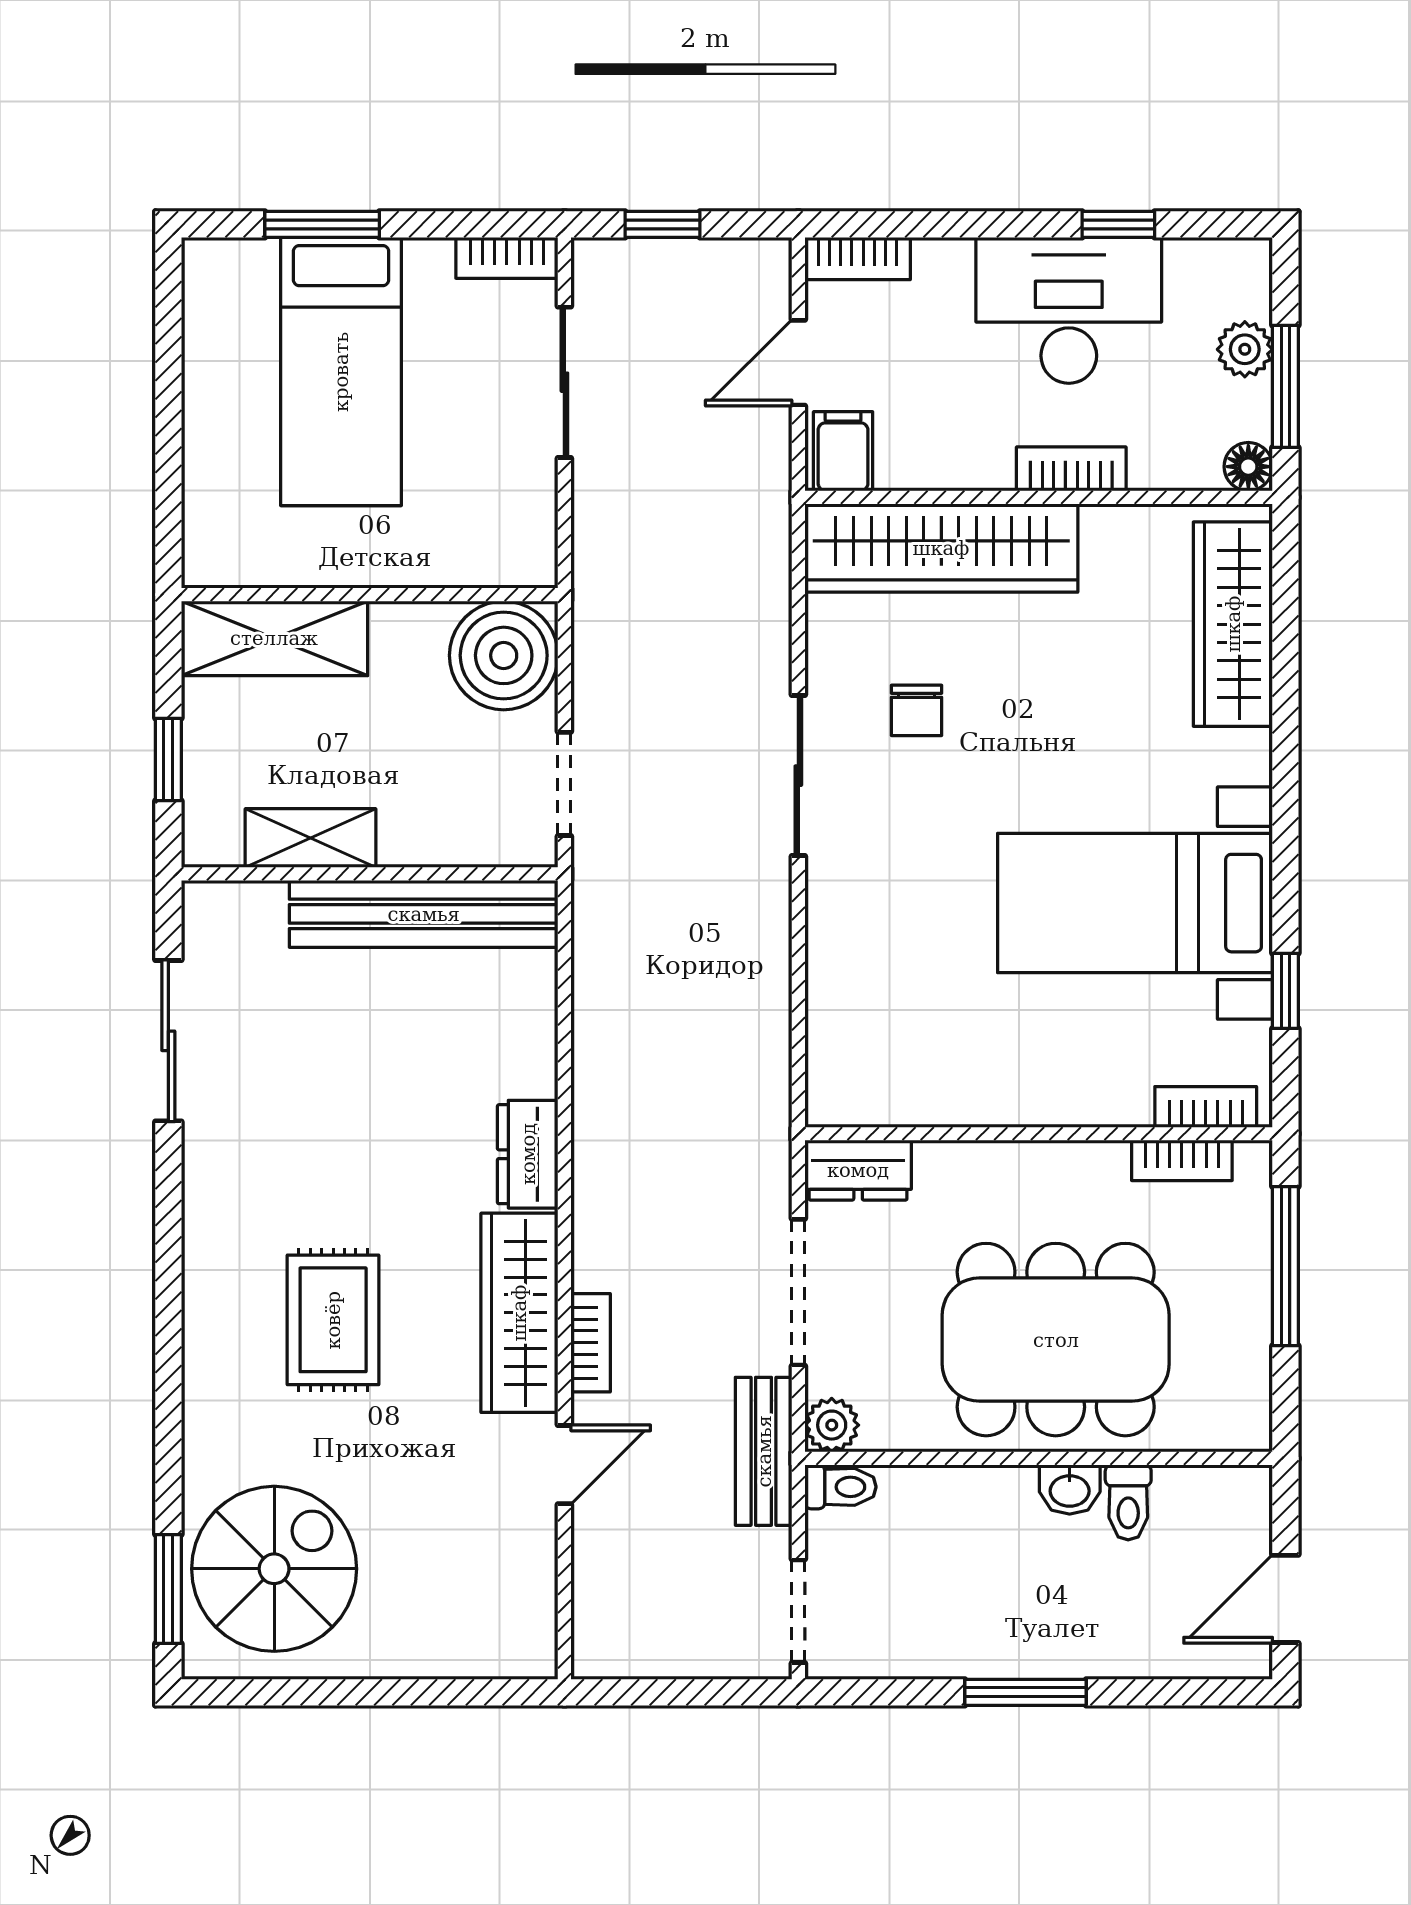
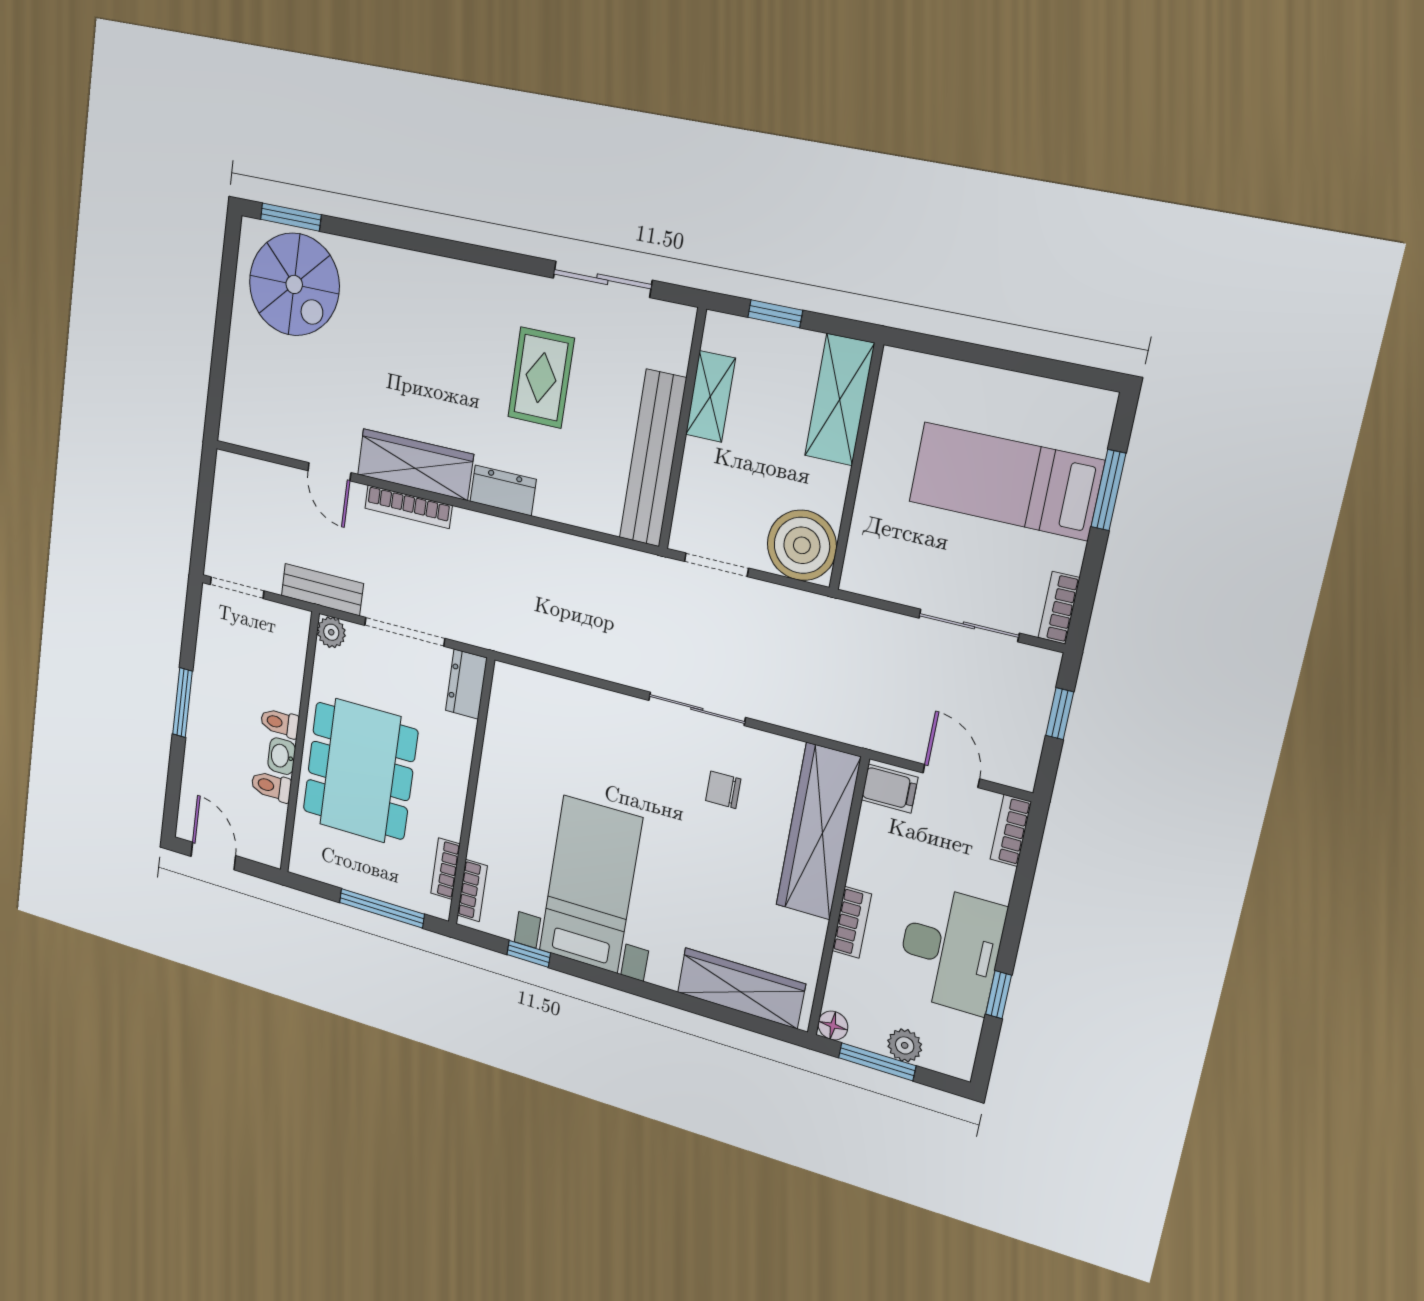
rug: (333, 1320) -> (541, 378), moved, turned 90
bookcase: (591, 1343) -> (408, 507), width x1.56
toilet: (840, 1487) -> (280, 723), moved, turned 90

